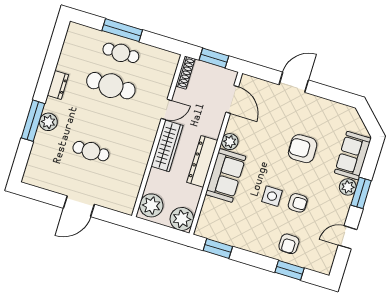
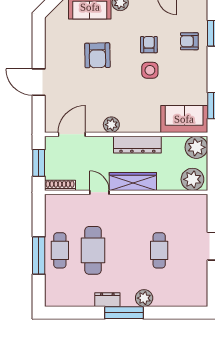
window: (33, 121) -> (124, 313), moved
sofa: (226, 175) -> (184, 119), moved
armchair: (289, 244) -> (189, 41), turned 180

